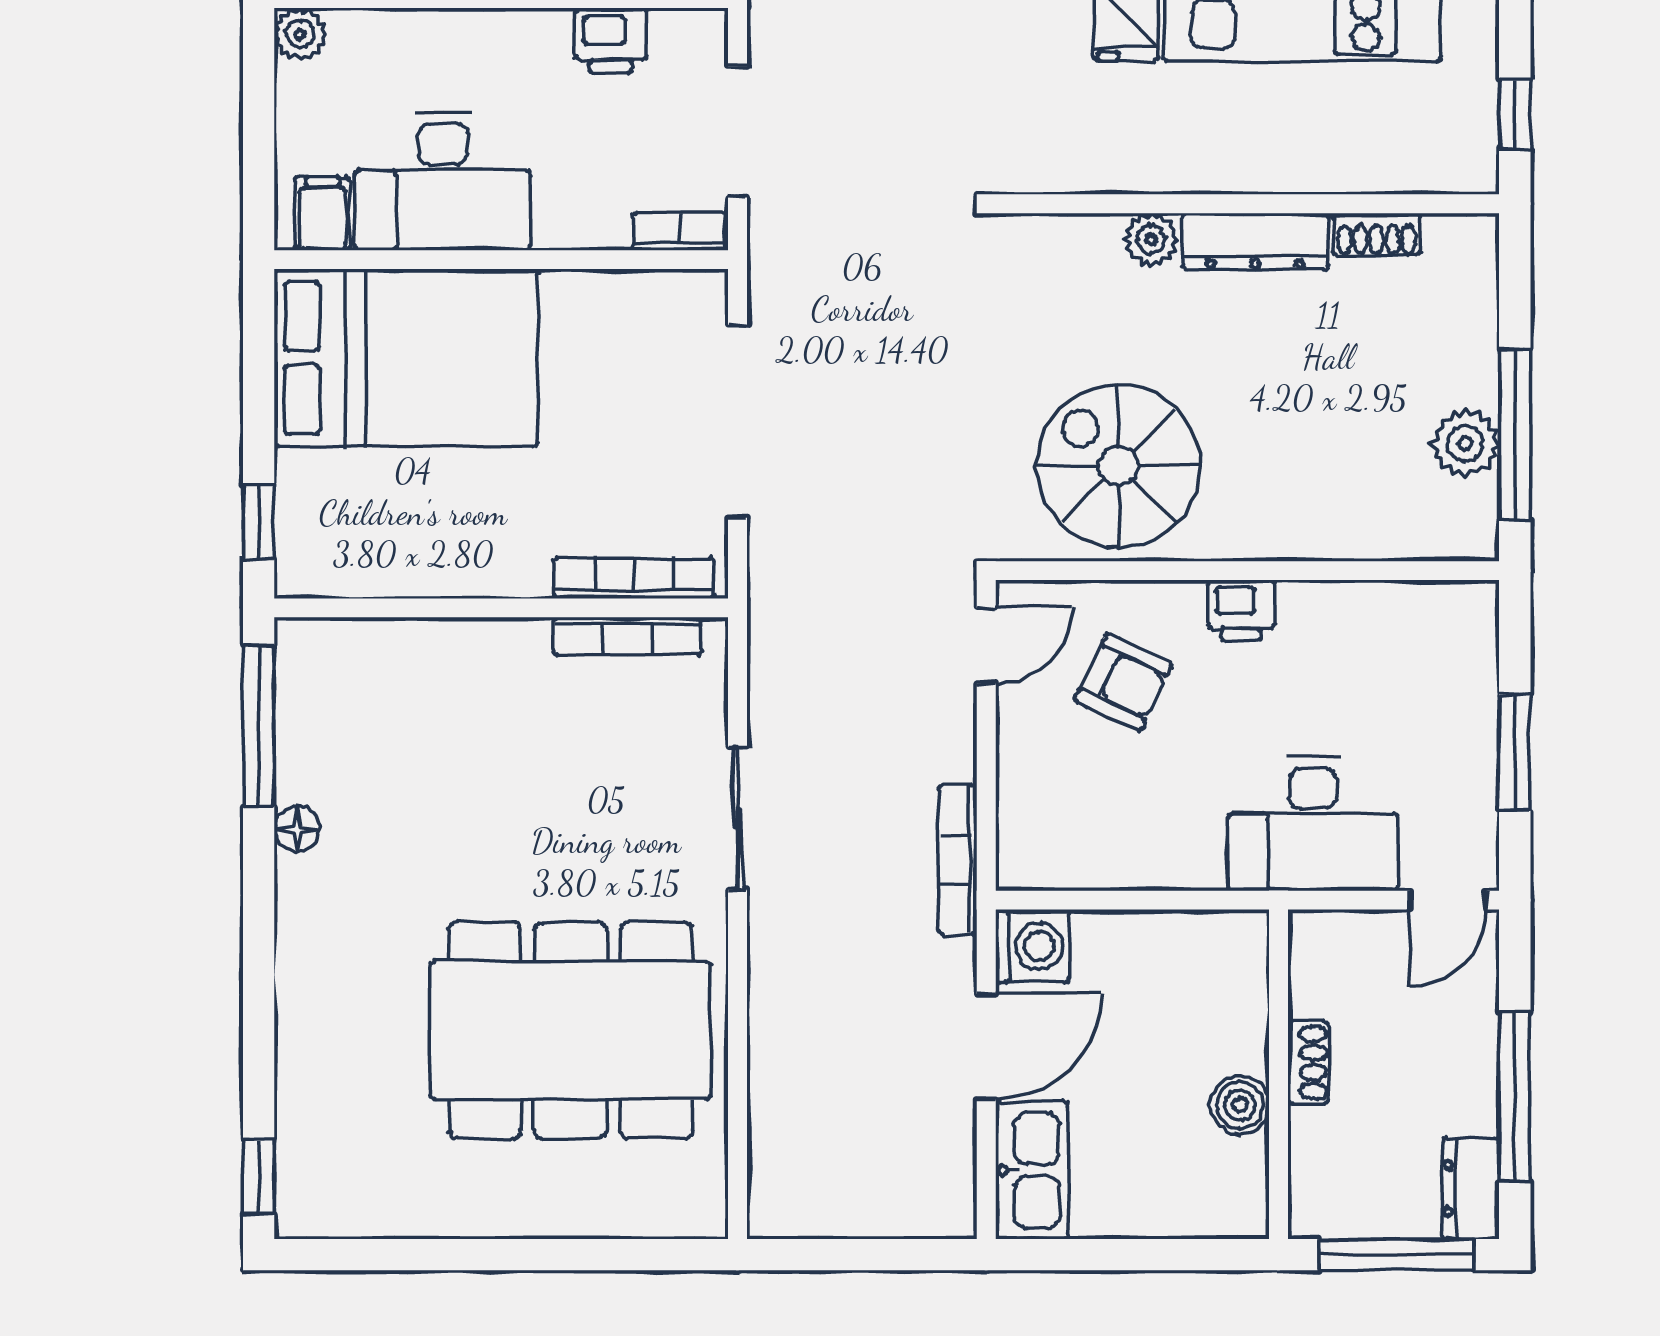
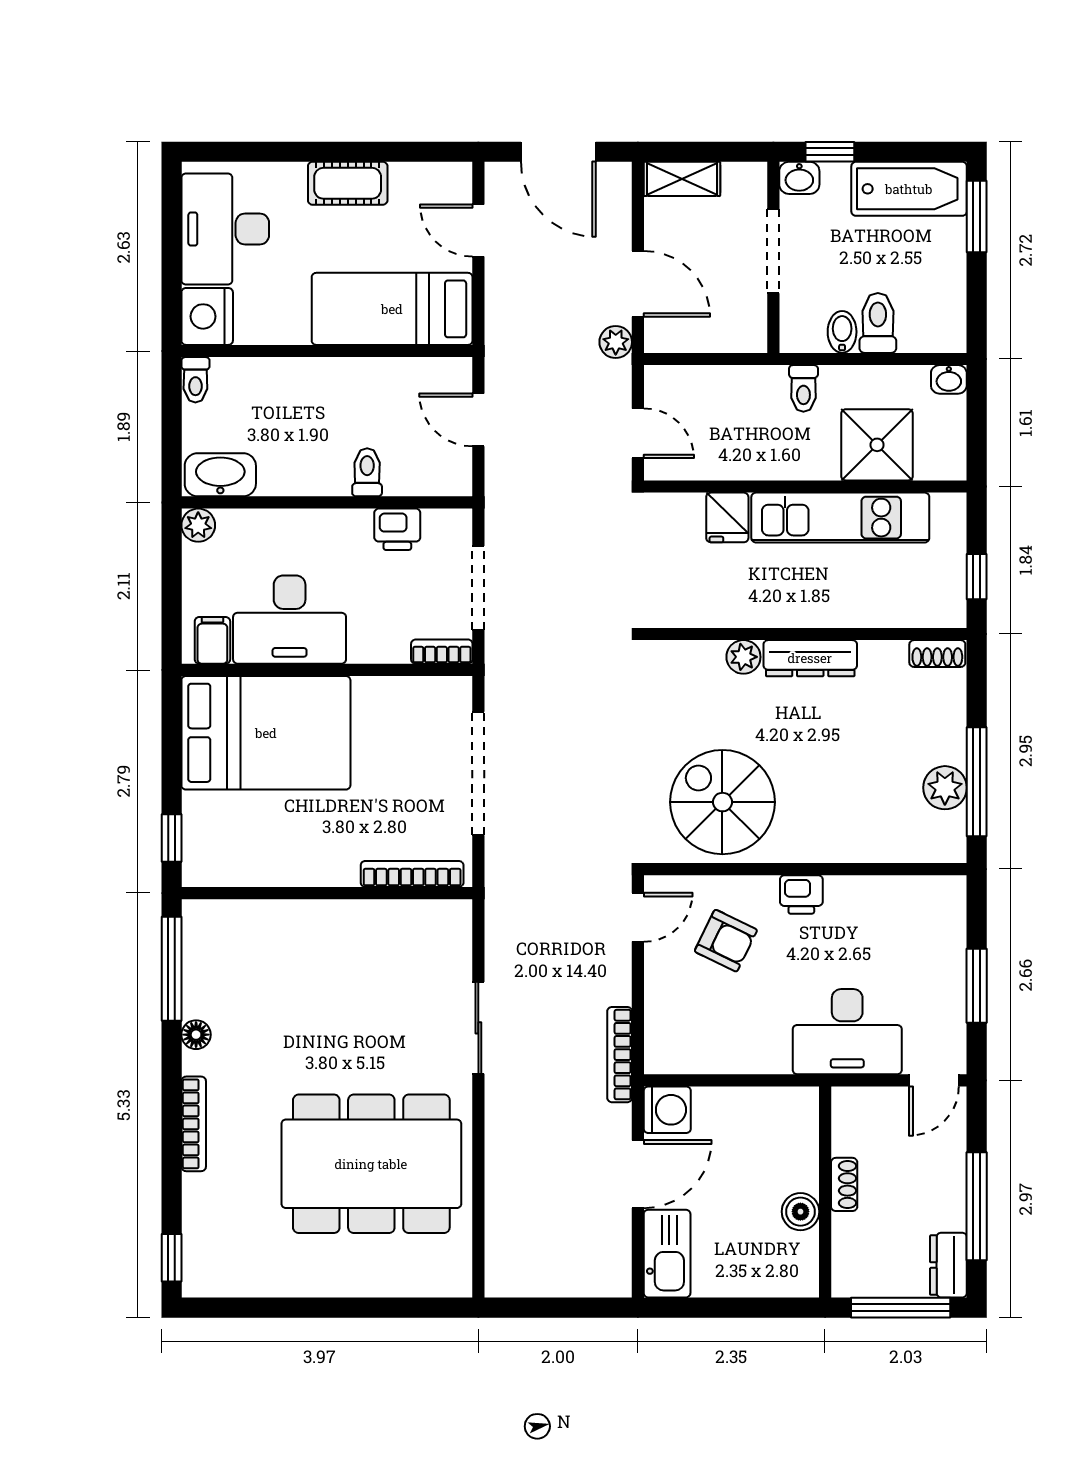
shoe rack: (1376, 234) -> (937, 654), moved
bookcase: (628, 636) -> (194, 1124), moved, turned -90

